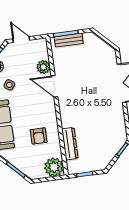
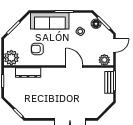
plant: (43, 67) -> (104, 60), moved
door: (54, 86) -> (74, 66), hinge flipped

